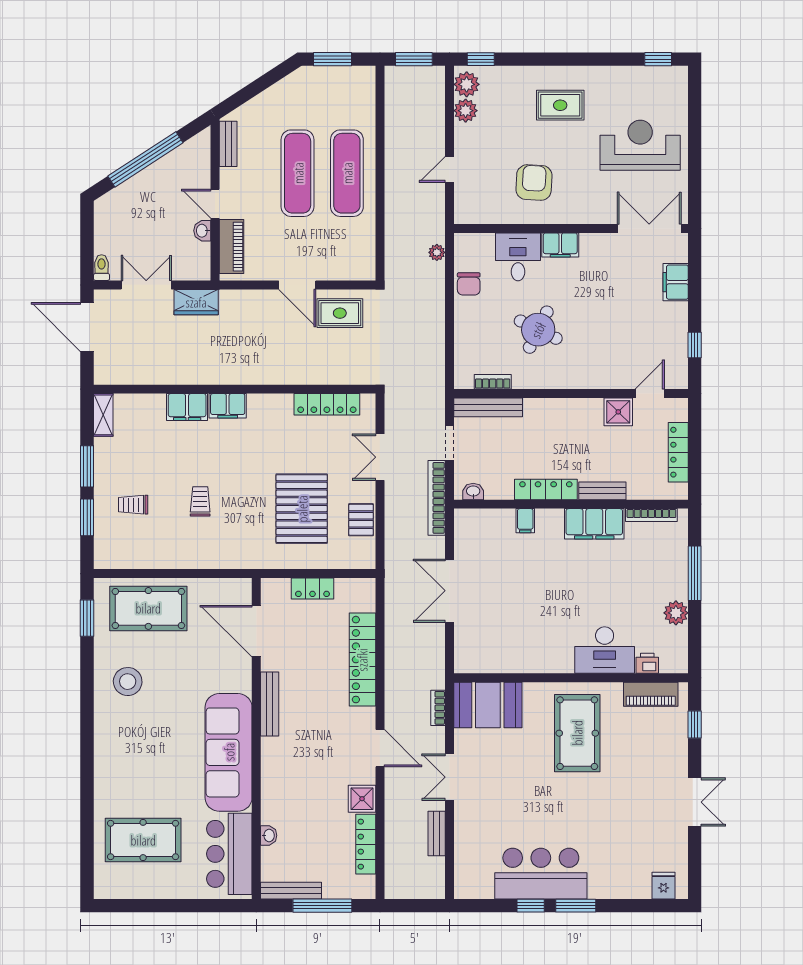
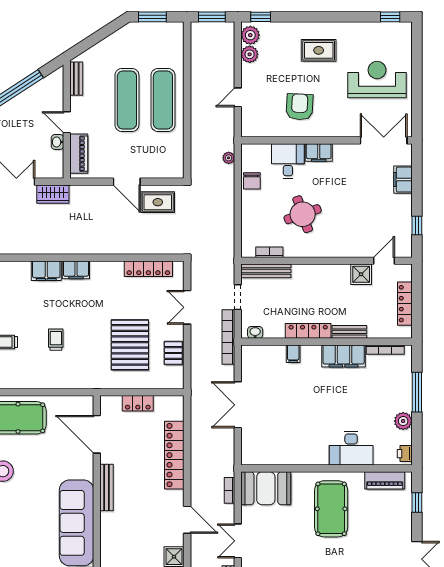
round table: (538, 330) -> (303, 214), turned 45
printer: (647, 663) -> (405, 454), moved, turned -90

